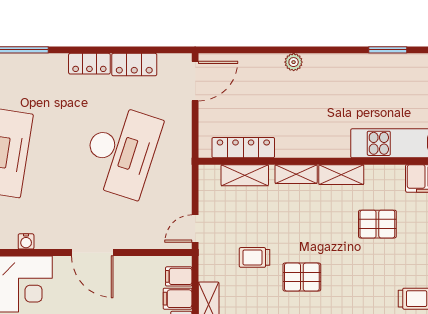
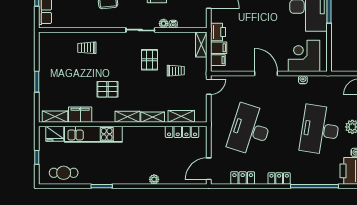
locker: (89, 64) -> (279, 178), moved
pallet: (302, 277) -> (149, 60), turned 90

